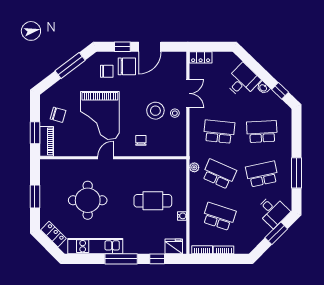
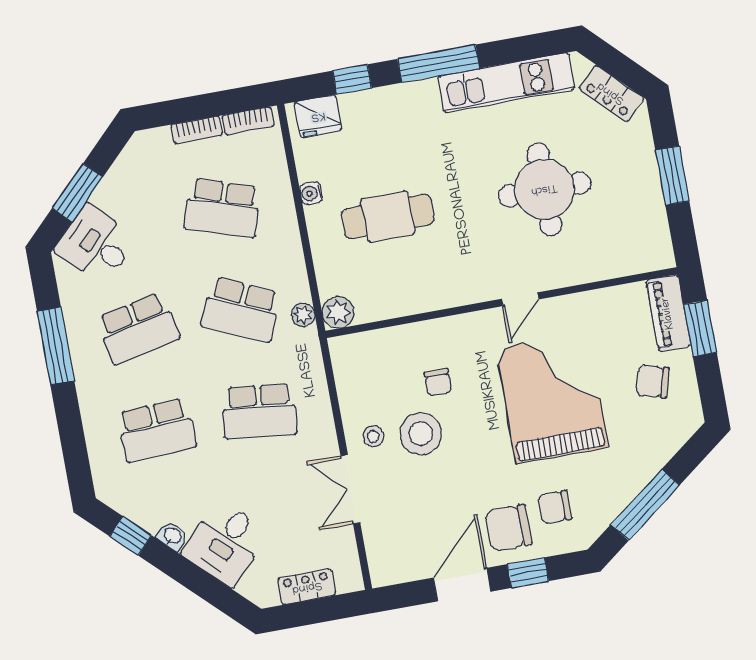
locker: (201, 57) -> (307, 587), moved
chair: (141, 140) -> (438, 382), moved
plant: (180, 166) -> (338, 312), added

